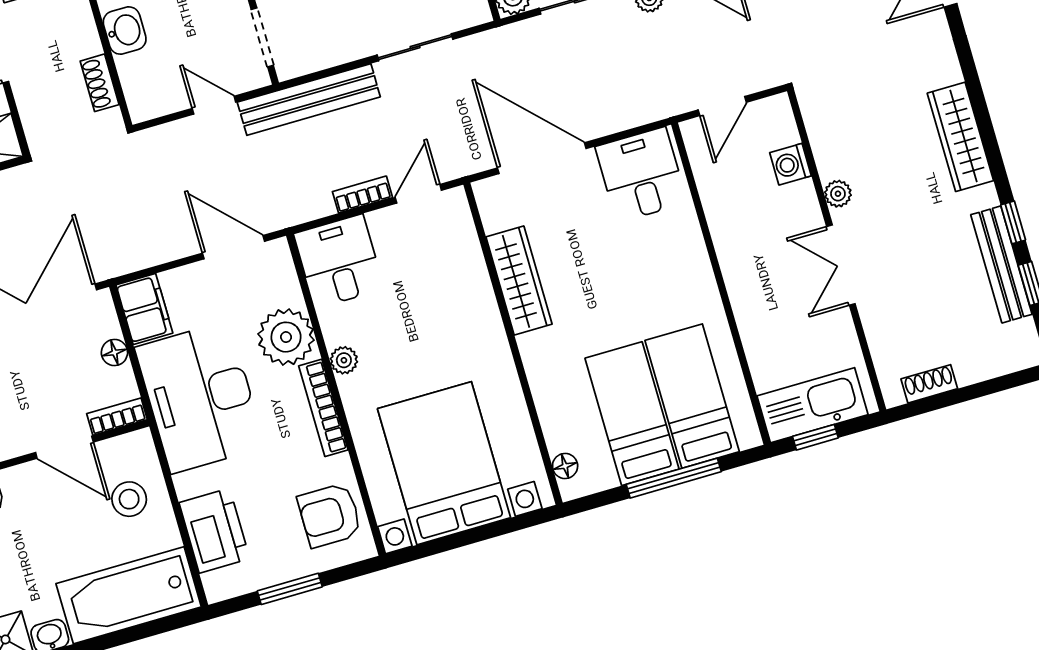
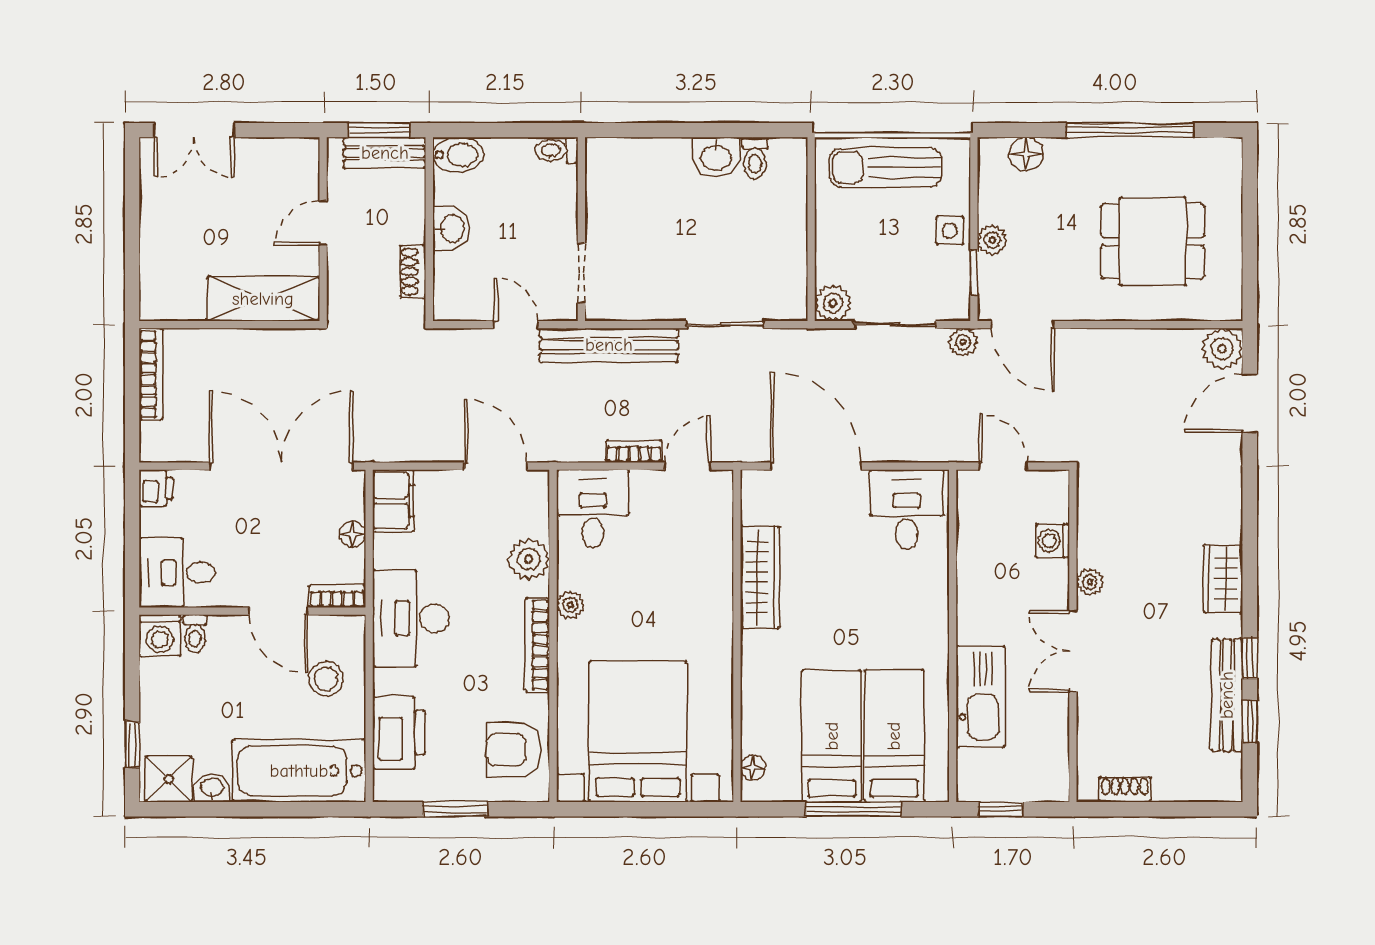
door: (722, 106) -> (1003, 466), swing flipped
wardrobe: (960, 137) -> (1223, 579), width x0.67
plant: (286, 337) -> (529, 559), width x0.73, depth x0.73
desk: (200, 397) -> (411, 618), width x0.73, depth x0.77
kitchen sink: (813, 405) -> (981, 697), moved, turned 90

